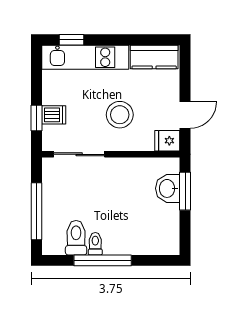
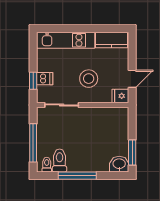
window: (71, 40) -> (56, 29), removed
washbasin: (168, 188) -> (119, 164), moved, turned 90
window: (185, 191) -> (132, 152), moved
toilet: (95, 244) -> (47, 165), moved

